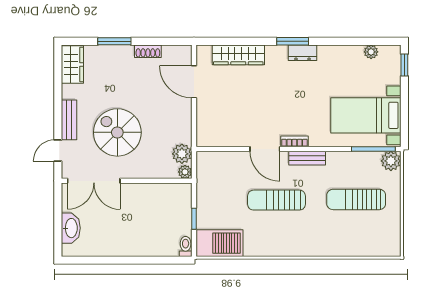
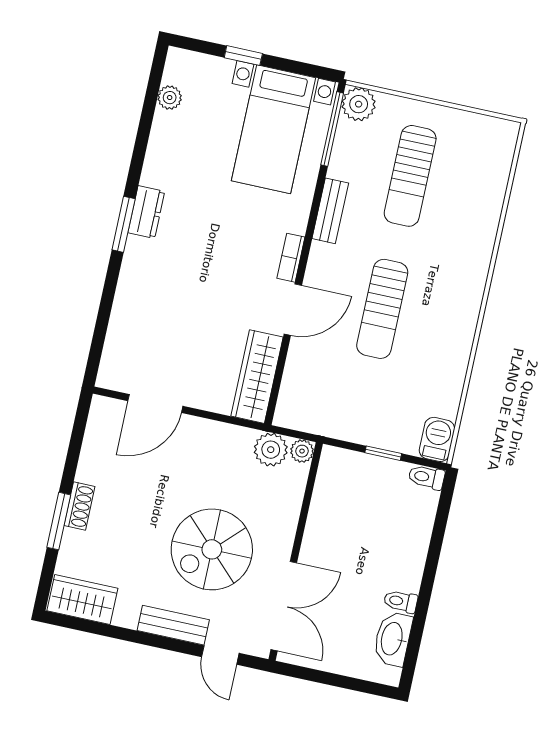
shoe rack: (148, 51) -> (79, 506), moved
wardrobe: (238, 55) -> (257, 377), moved, turned 180
window: (404, 65) -> (243, 56), moved
bench: (307, 158) -> (330, 211), moved
washbasin: (71, 228) -> (393, 639), moved, turned -90
barbecue: (219, 243) -> (437, 439), width x0.53, depth x0.65
toilet: (111, 247) -> (401, 601), added

